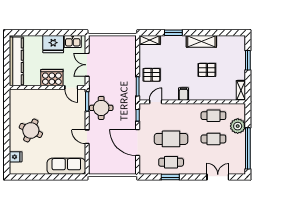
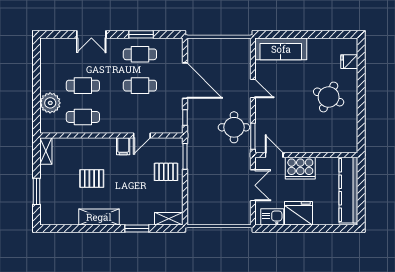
door: (156, 102) -> (142, 136), moved
cafe table: (171, 139) -> (140, 86), width x0.73, depth x0.74
window: (248, 148) -> (37, 73), removed
double door: (218, 177) -> (91, 34), moved

